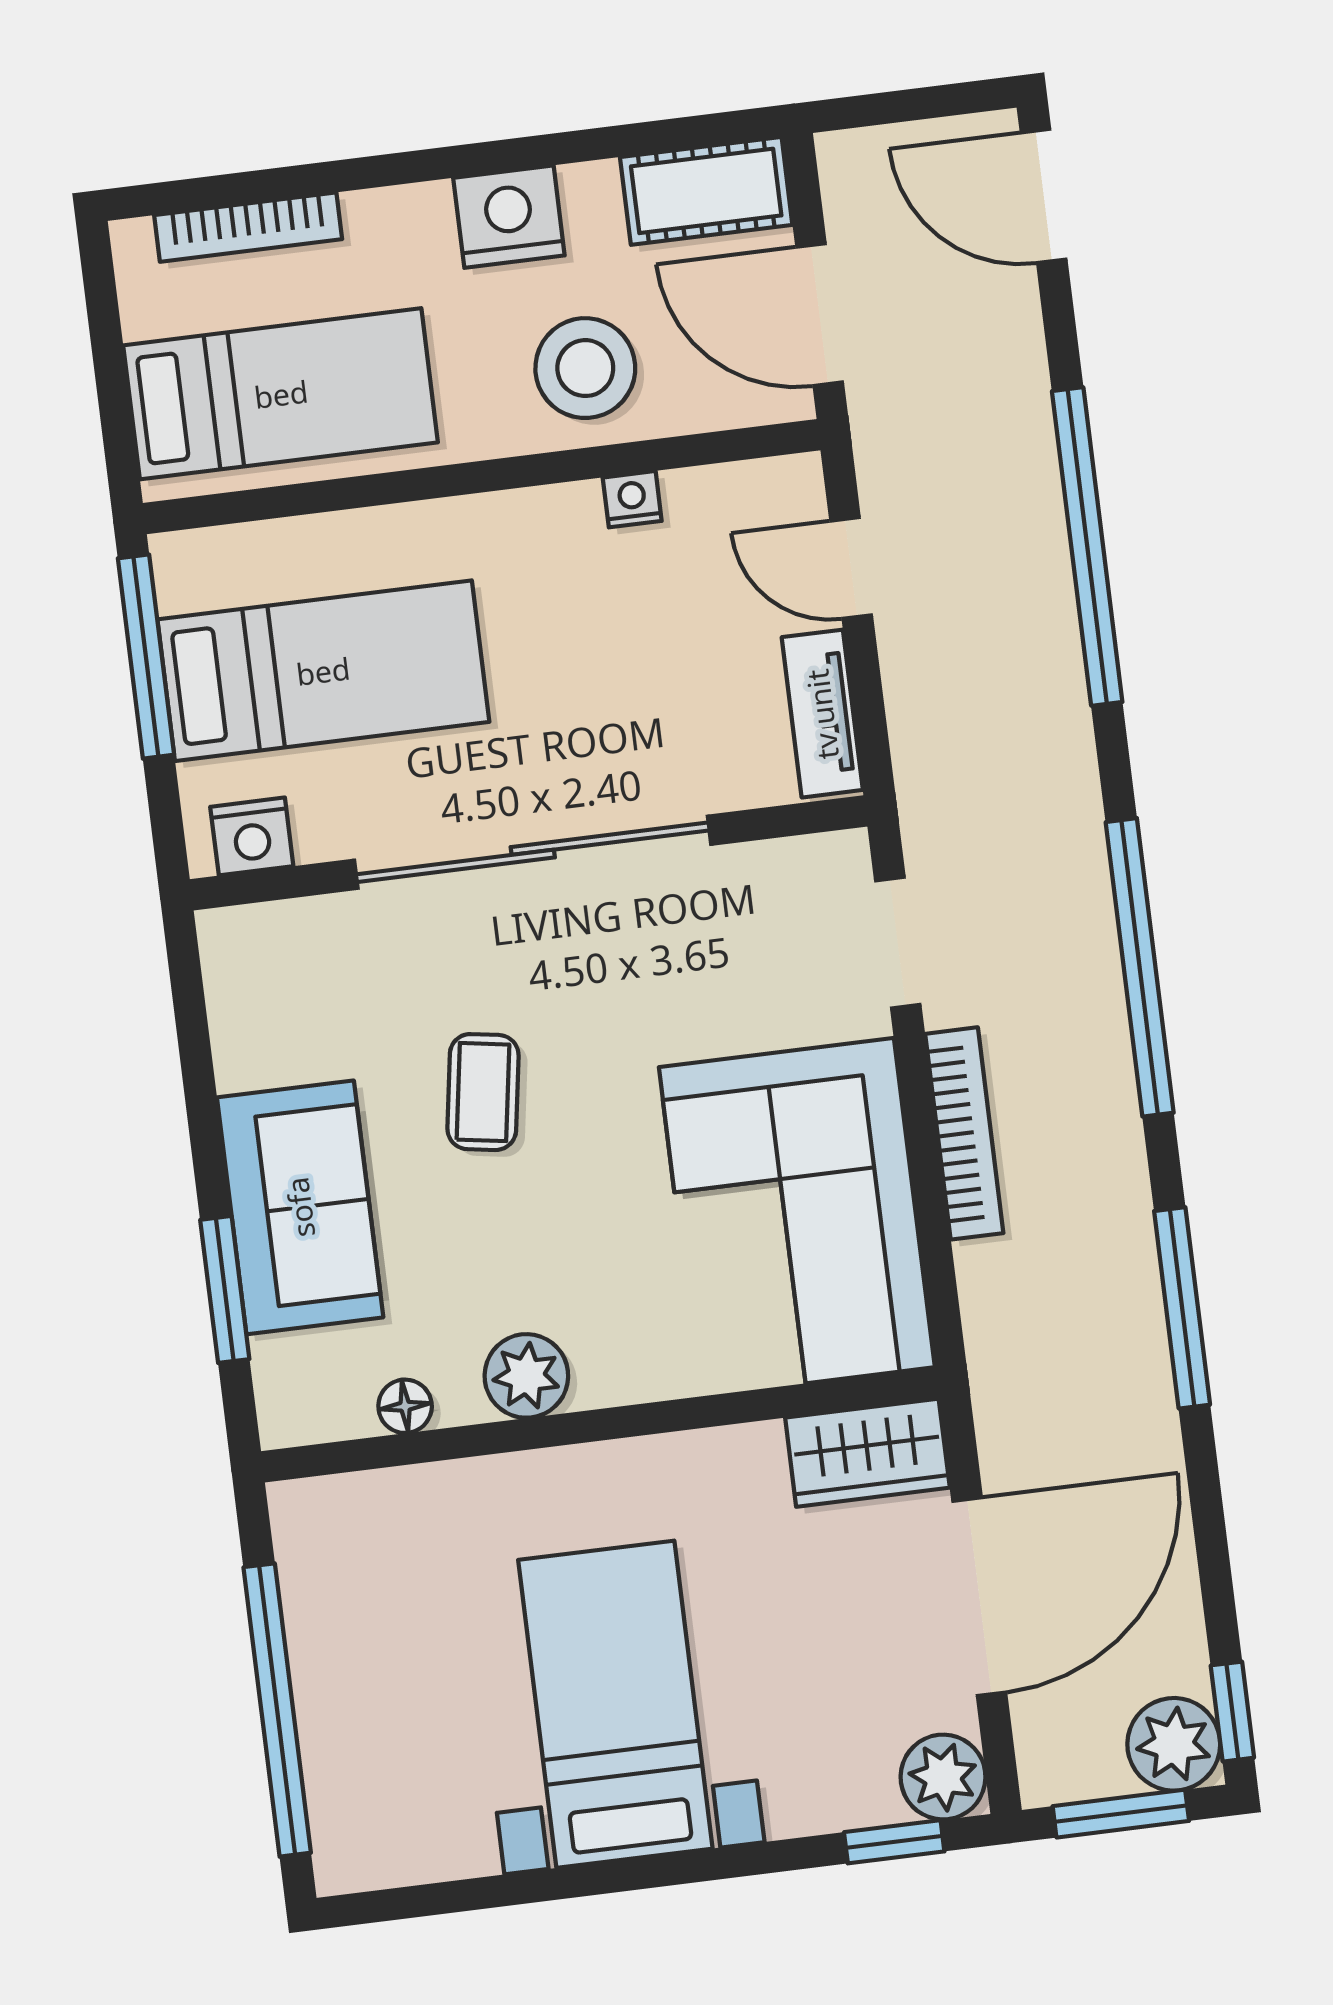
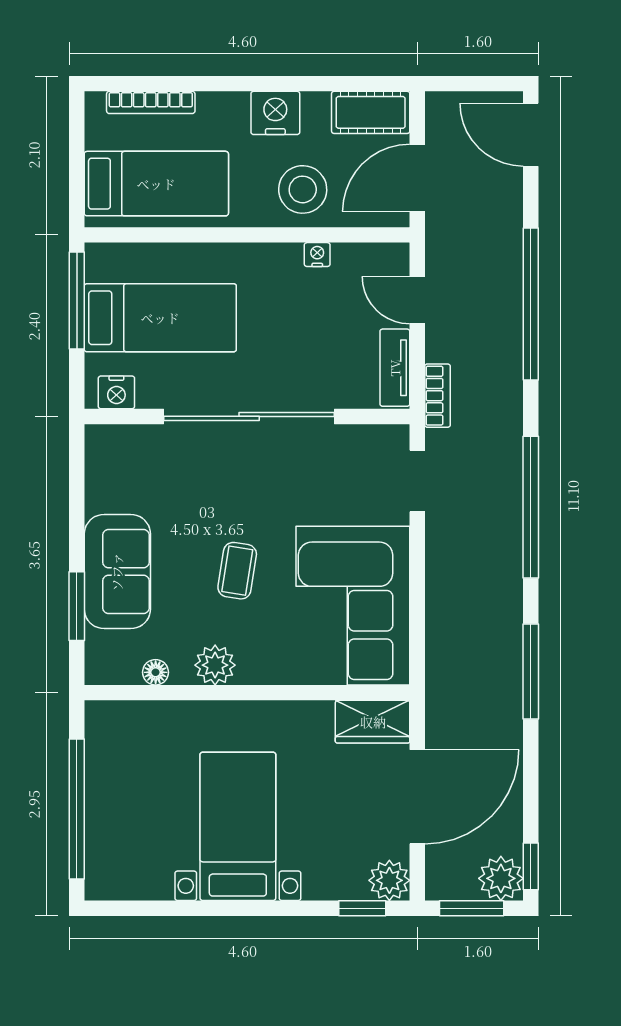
door: (820, 315) -> (417, 178), hinge flipped
coffee table: (483, 1092) -> (237, 571), moved
bookcase: (964, 1133) -> (438, 396), moved, width x0.64

